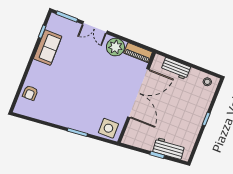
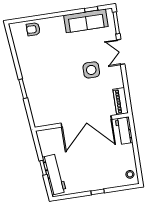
plant: (115, 47) -> (114, 79), removed
sofa: (48, 48) -> (86, 21), width x1.36
workbench: (176, 68) -> (124, 131), moved
side table: (108, 128) -> (91, 70), moved
workbench: (169, 148) -> (54, 174), width x1.38

